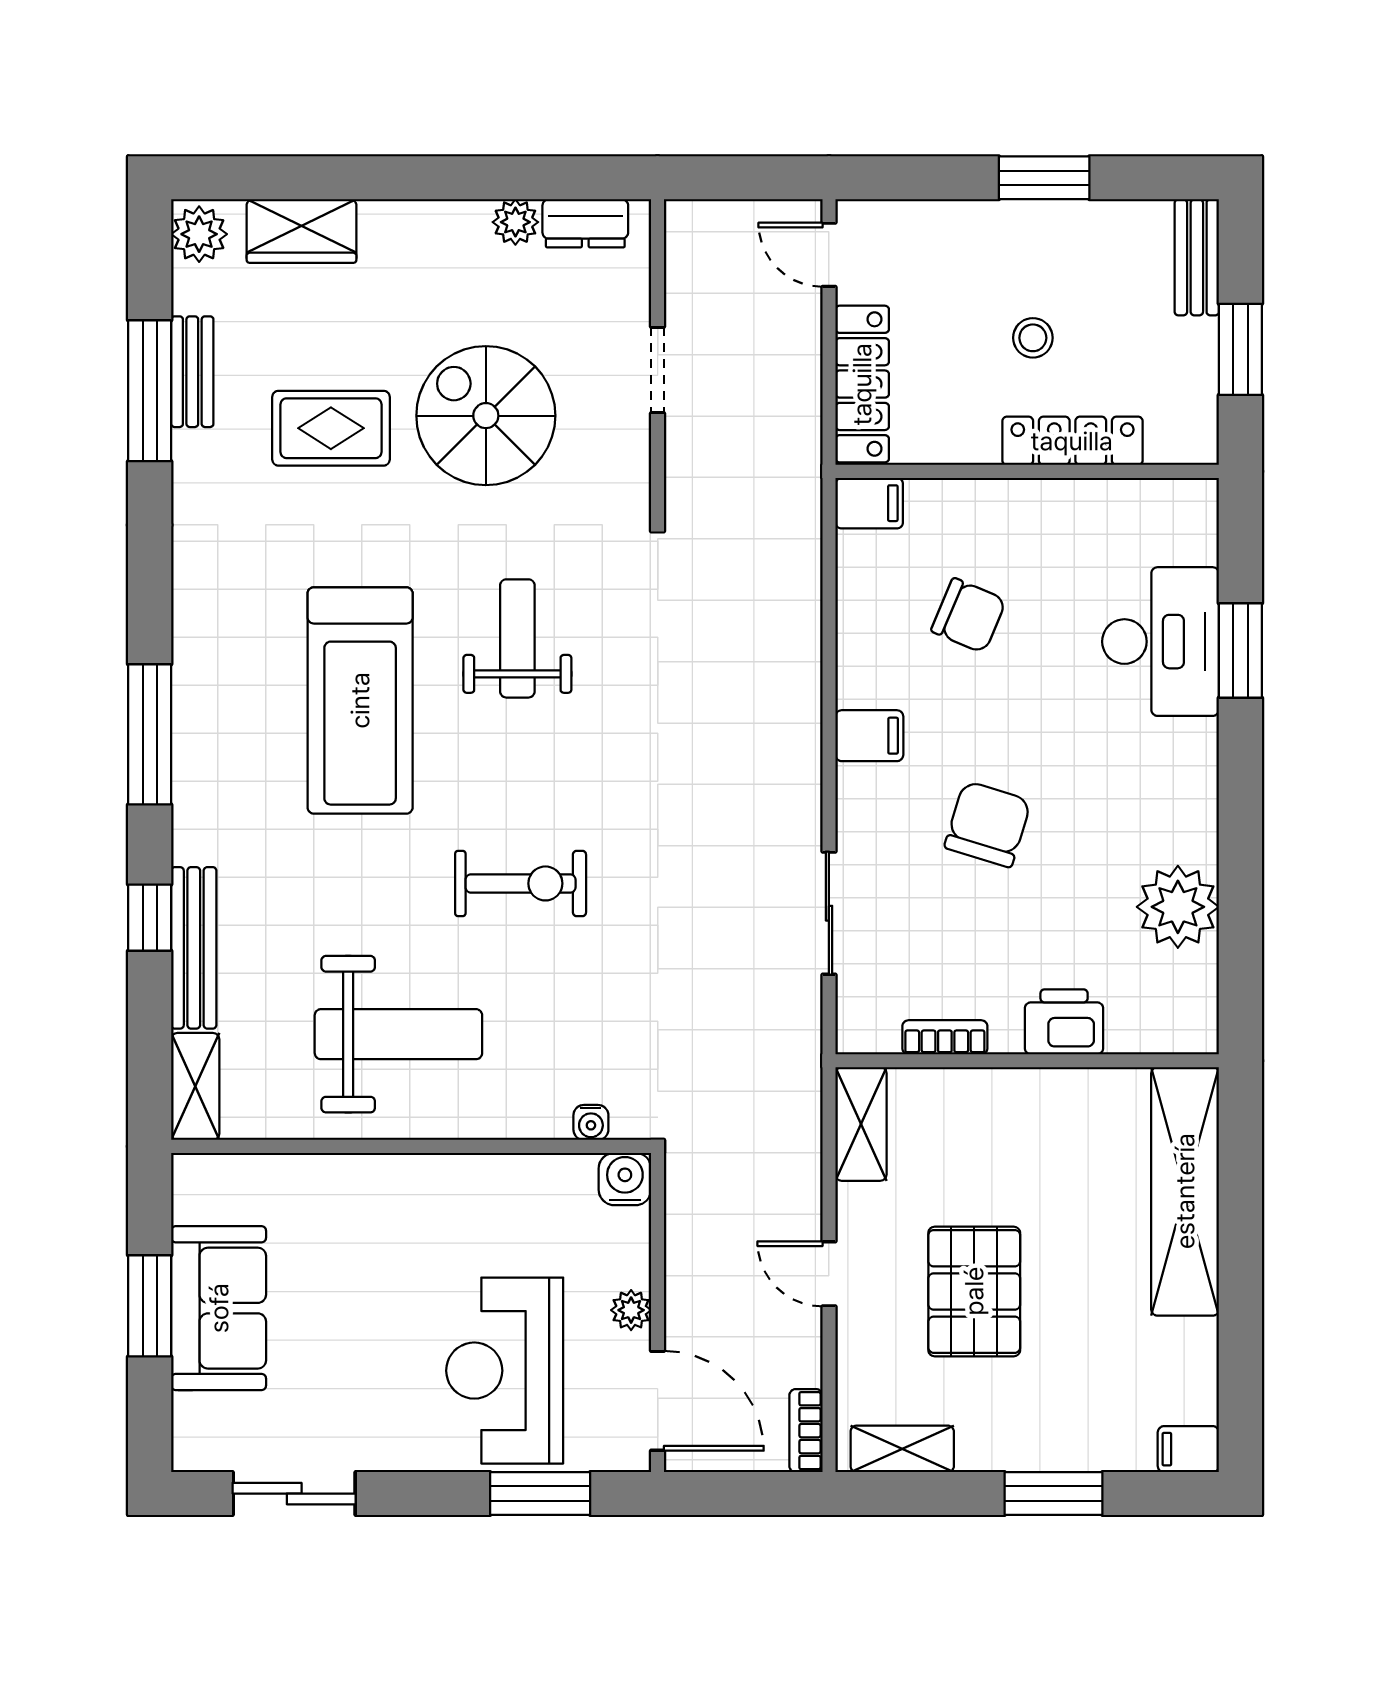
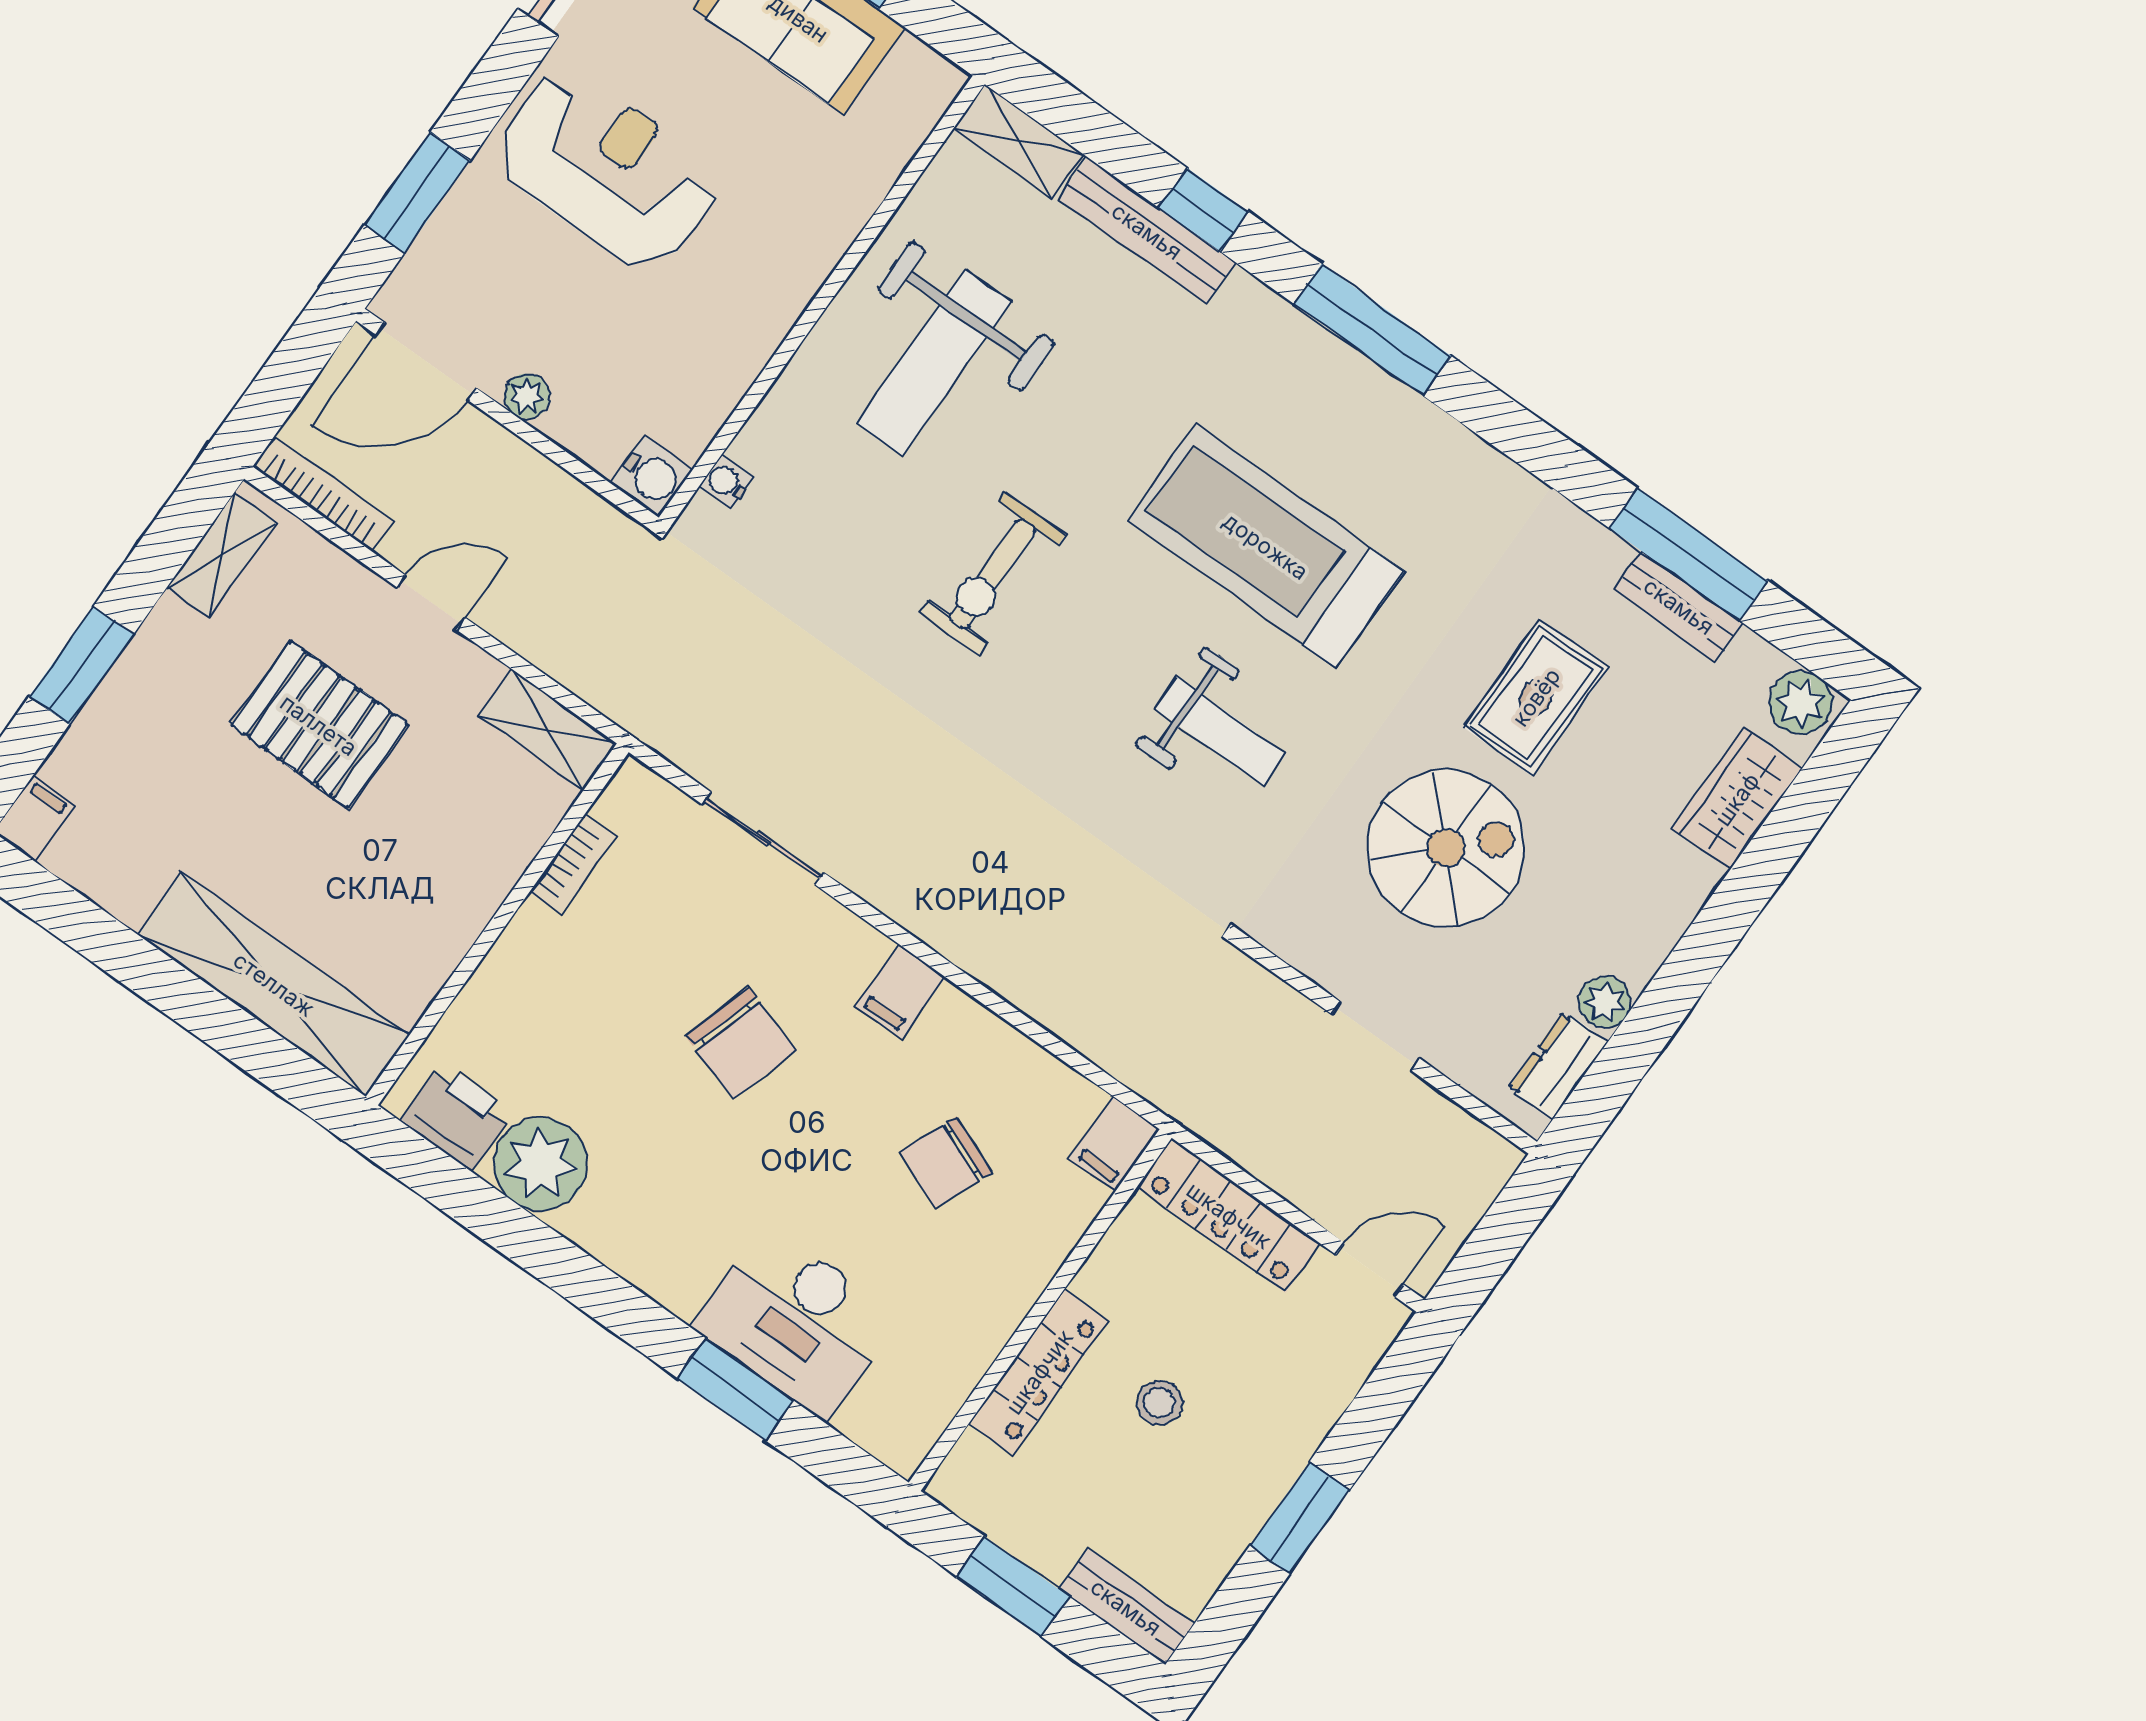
printer: (1064, 1022) -> (457, 1117), moved, turned -90
reception desk: (505, 1371) -> (607, 169), moved
bookcase: (806, 1431) -> (323, 494), width x1.56

